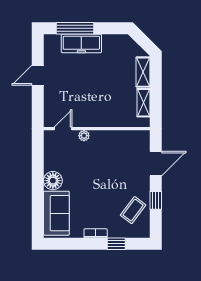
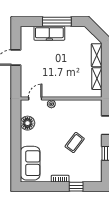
window: (75, 28) -> (57, 22), moved
floor lamp: (53, 181) -> (27, 123), moved
coffee table: (133, 210) -> (75, 143), moved

